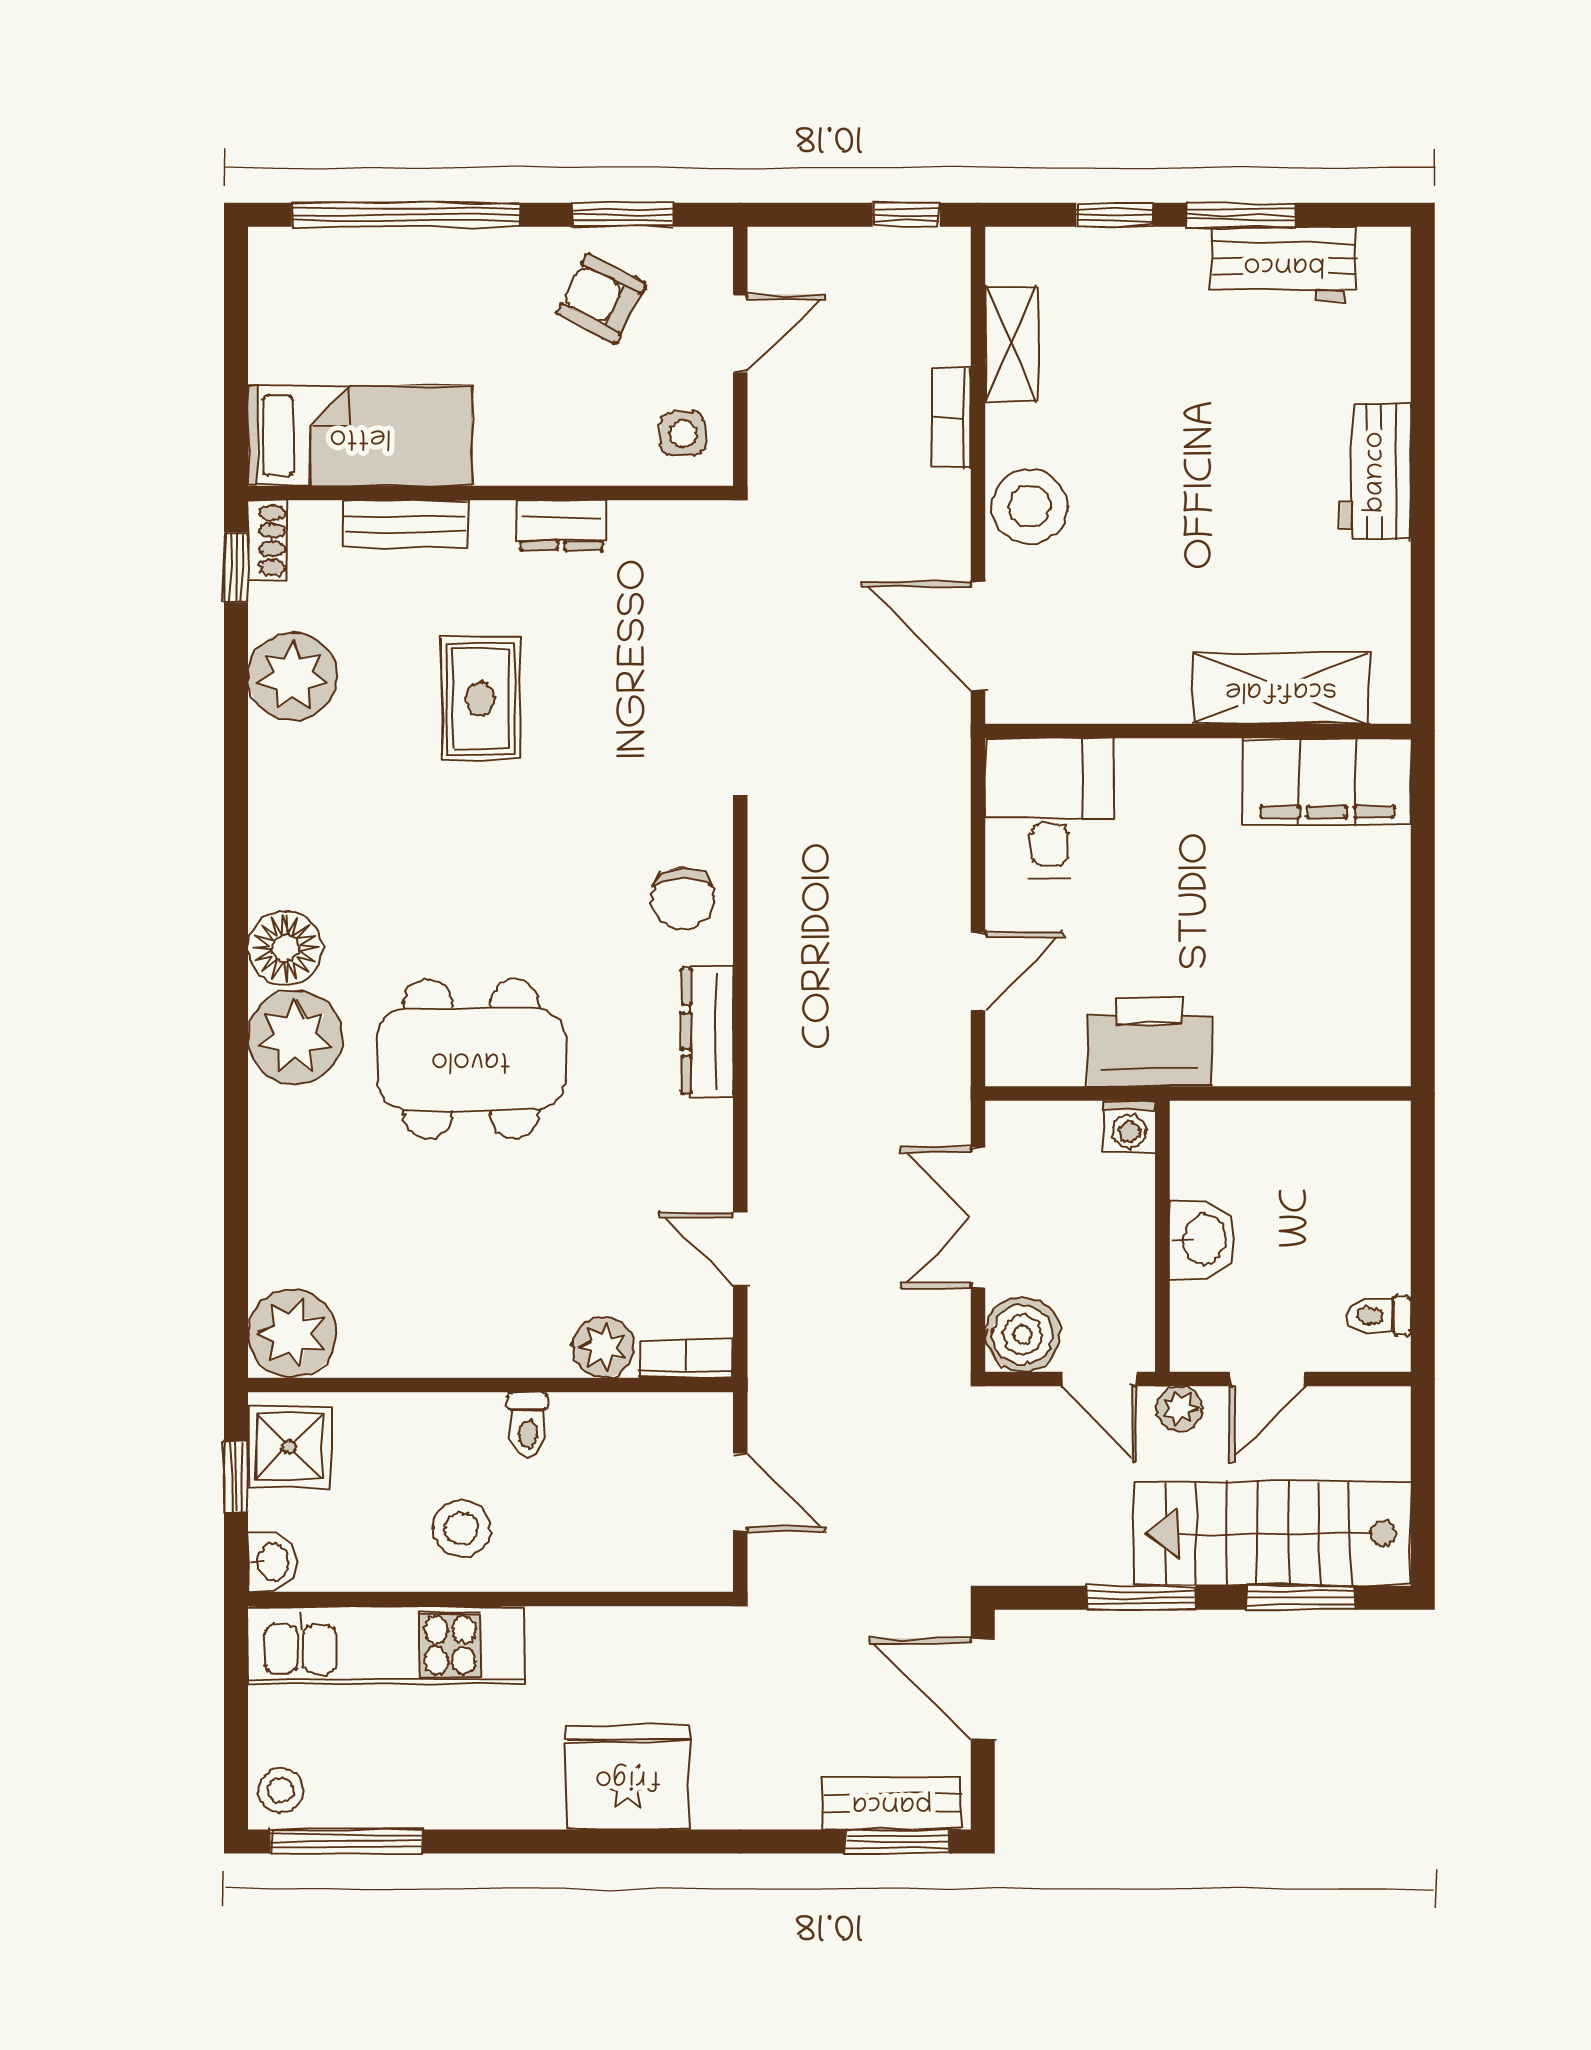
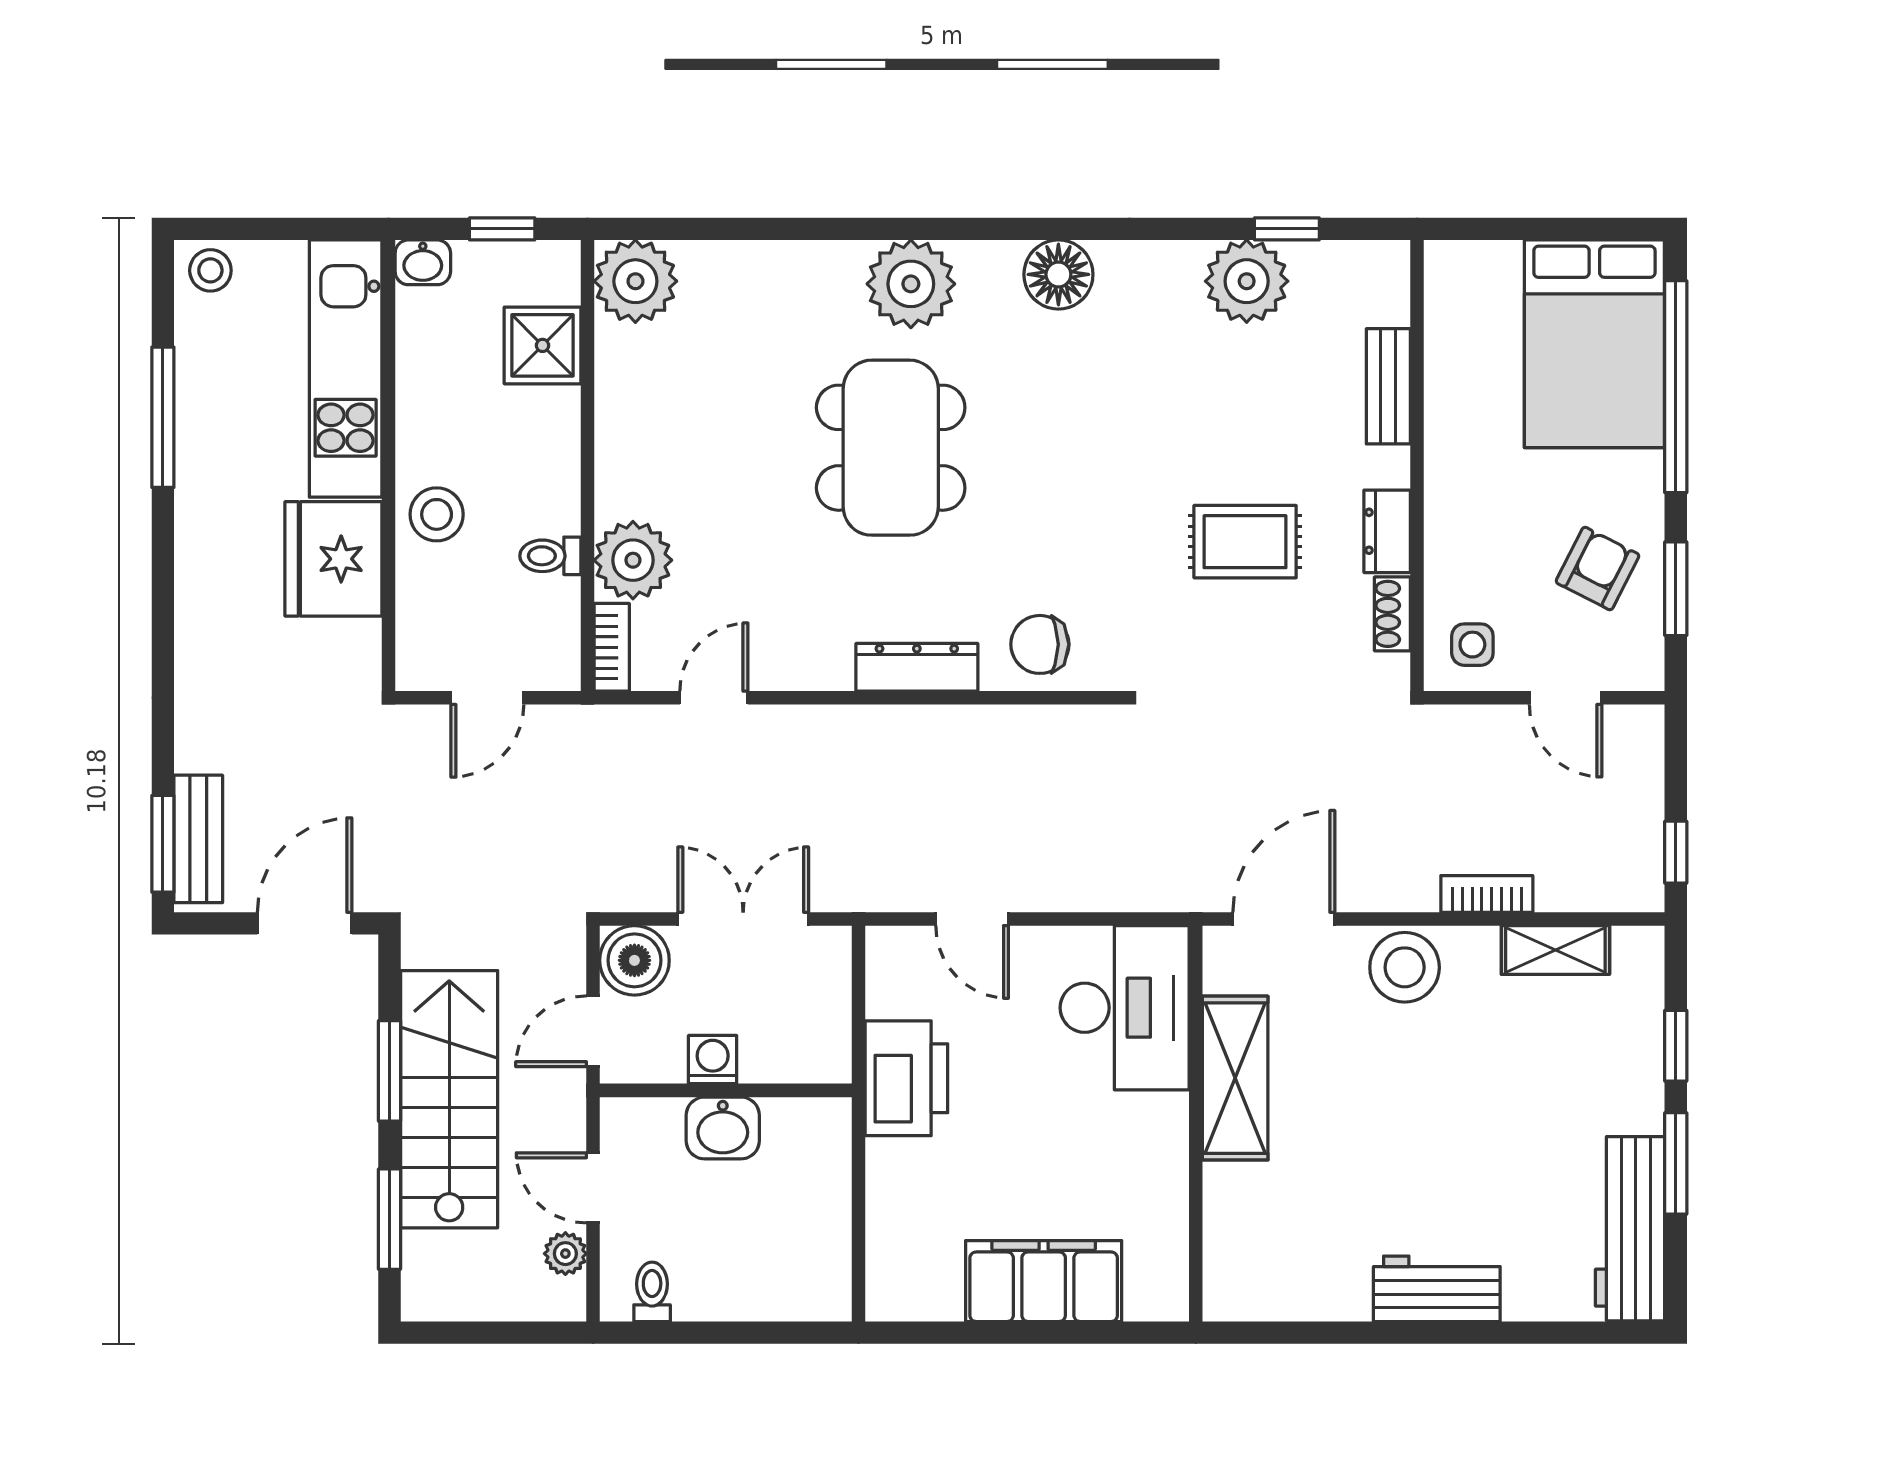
workbench: (1284, 264) -> (1630, 1229), width x1.38
bed: (360, 436) -> (1594, 344), moved, width x1.50
shoe rack: (267, 540) -> (1392, 614), moved, turned 90
window: (236, 567) -> (1287, 229), moved
shelving: (1281, 689) -> (1235, 1078), moved
rug: (481, 698) -> (1245, 542), moved
filing cabinet: (1327, 782) -> (1044, 1281), moved, turned 90
desk: (1050, 807) -> (1125, 1008), width x1.37
floor lamp: (285, 948) -> (1058, 274), moved
washing machine: (1129, 1127) -> (713, 1060), moved, turned 90
plant: (603, 1347) -> (633, 560), width x1.36, depth x1.36
plant: (1179, 1409) -> (565, 1254), moved
toilet: (527, 1425) -> (550, 556), moved
shower: (289, 1447) -> (543, 345), moved
stool: (462, 1528) -> (437, 514), moved
stairs: (1273, 1534) -> (449, 1099), moved
fridge: (628, 1777) -> (333, 559), moved, turned 180
window: (346, 1841) -> (163, 417), moved

